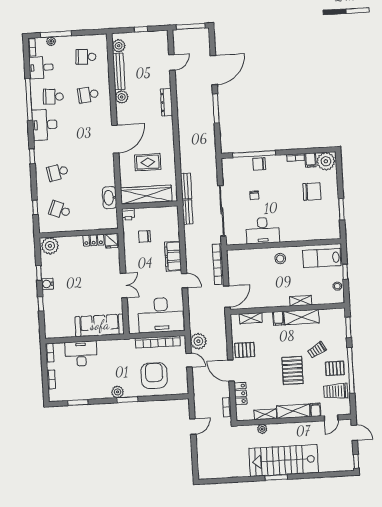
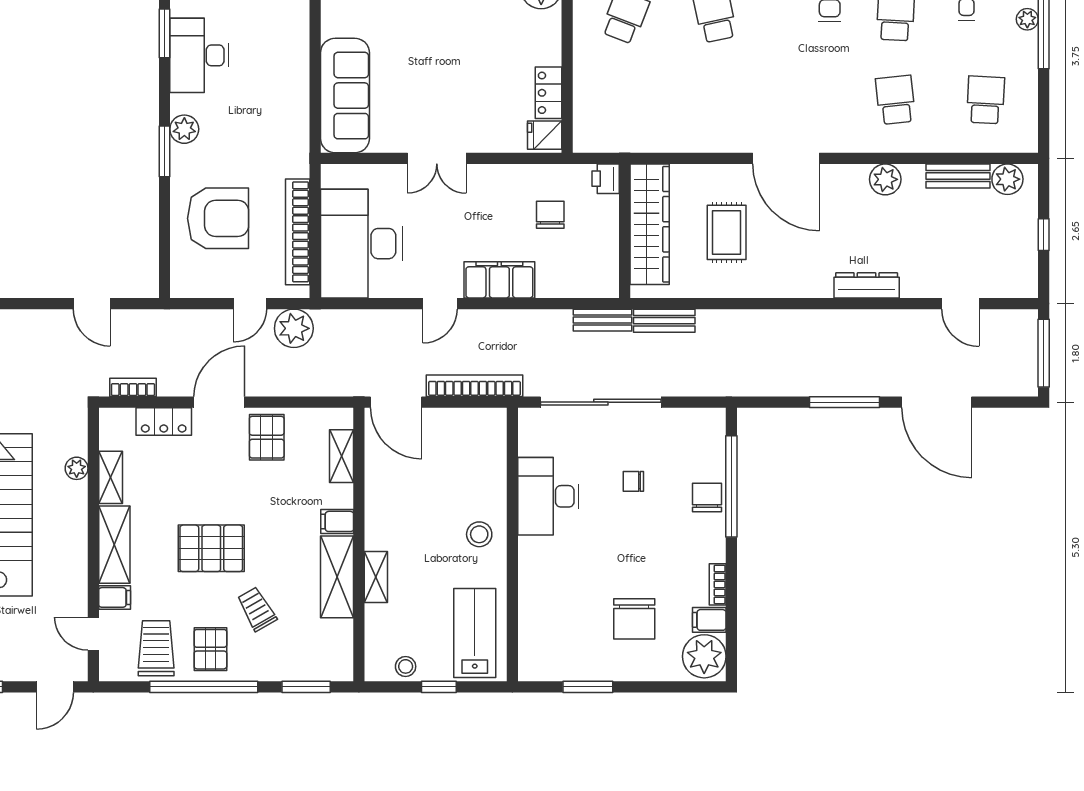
bench: (119, 71) -> (958, 176), width x0.73
washbasin: (110, 198) -> (647, 137), removed
desk: (81, 354) -> (199, 55), moved, turned 180

